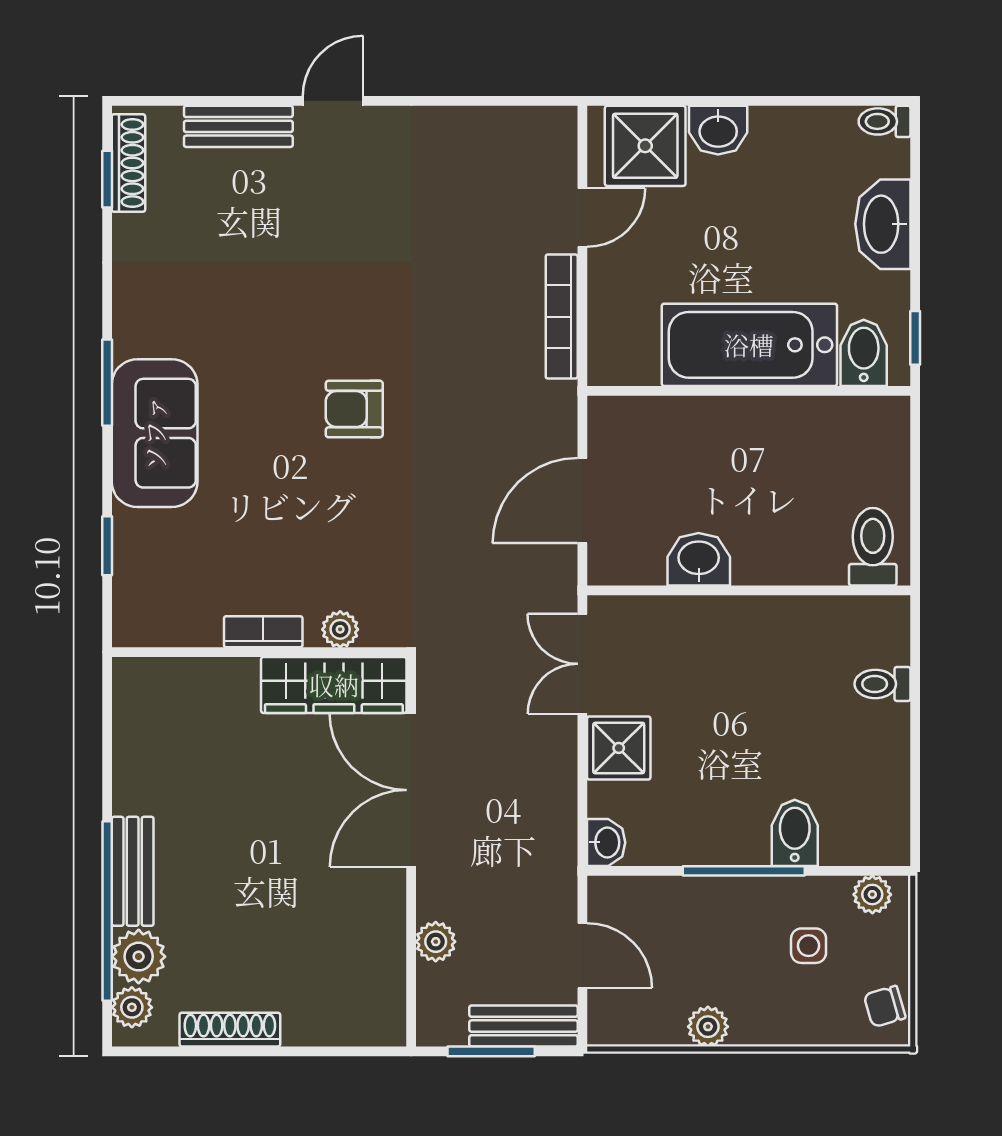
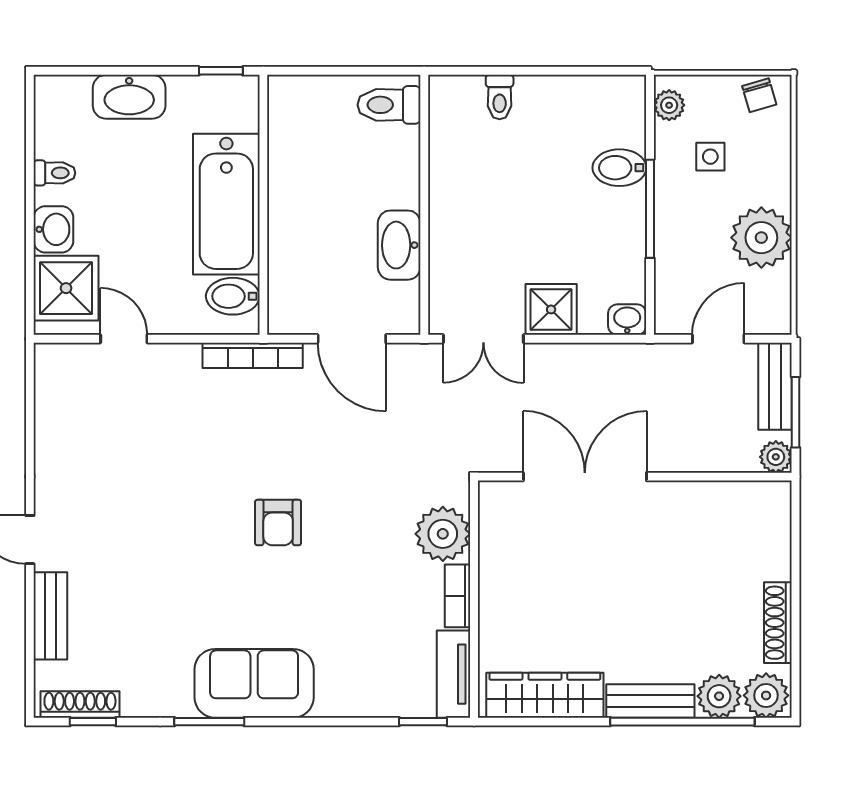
toilet: (885, 121) -> (54, 173), moved, turned -90
bookcase: (562, 317) -> (253, 355), moved
bidet: (864, 353) -> (233, 296), moved
window: (107, 383) -> (209, 722), moved
sofa: (155, 433) -> (254, 683), moved
window: (107, 546) -> (423, 722), moved
washbasin: (699, 559) -> (399, 245), width x1.38
tv unit: (166, 627) -> (453, 674), added
plant: (340, 629) -> (443, 534), width x1.88, depth x1.88
wardrobe: (334, 685) -> (545, 695), moved, turned -90
double door: (411, 790) -> (585, 477), swing flipped
plant: (436, 942) -> (776, 457), moved
plant: (132, 1007) -> (766, 695), width x1.38, depth x1.38
plant: (708, 1027) -> (761, 238), width x1.88, depth x1.88

